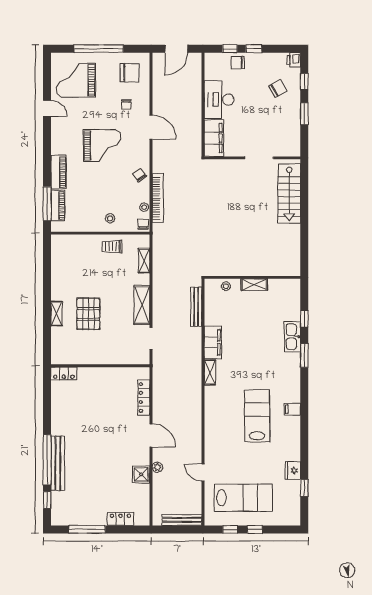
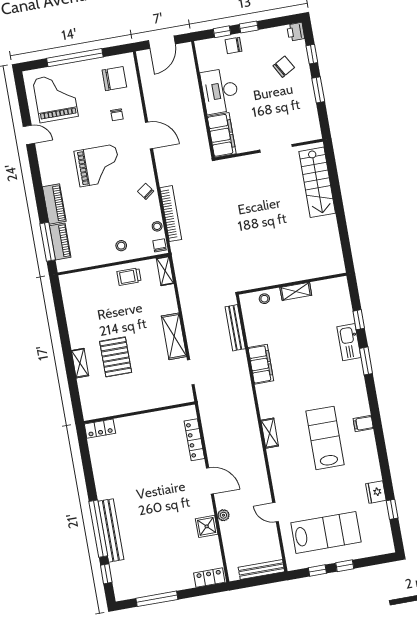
grand piano: (76, 80) -> (55, 98), turned 90
shelving: (144, 261) -> (165, 271), moved
shelving: (210, 372) -> (270, 433), moved
locker: (120, 519) -> (209, 578), moved

